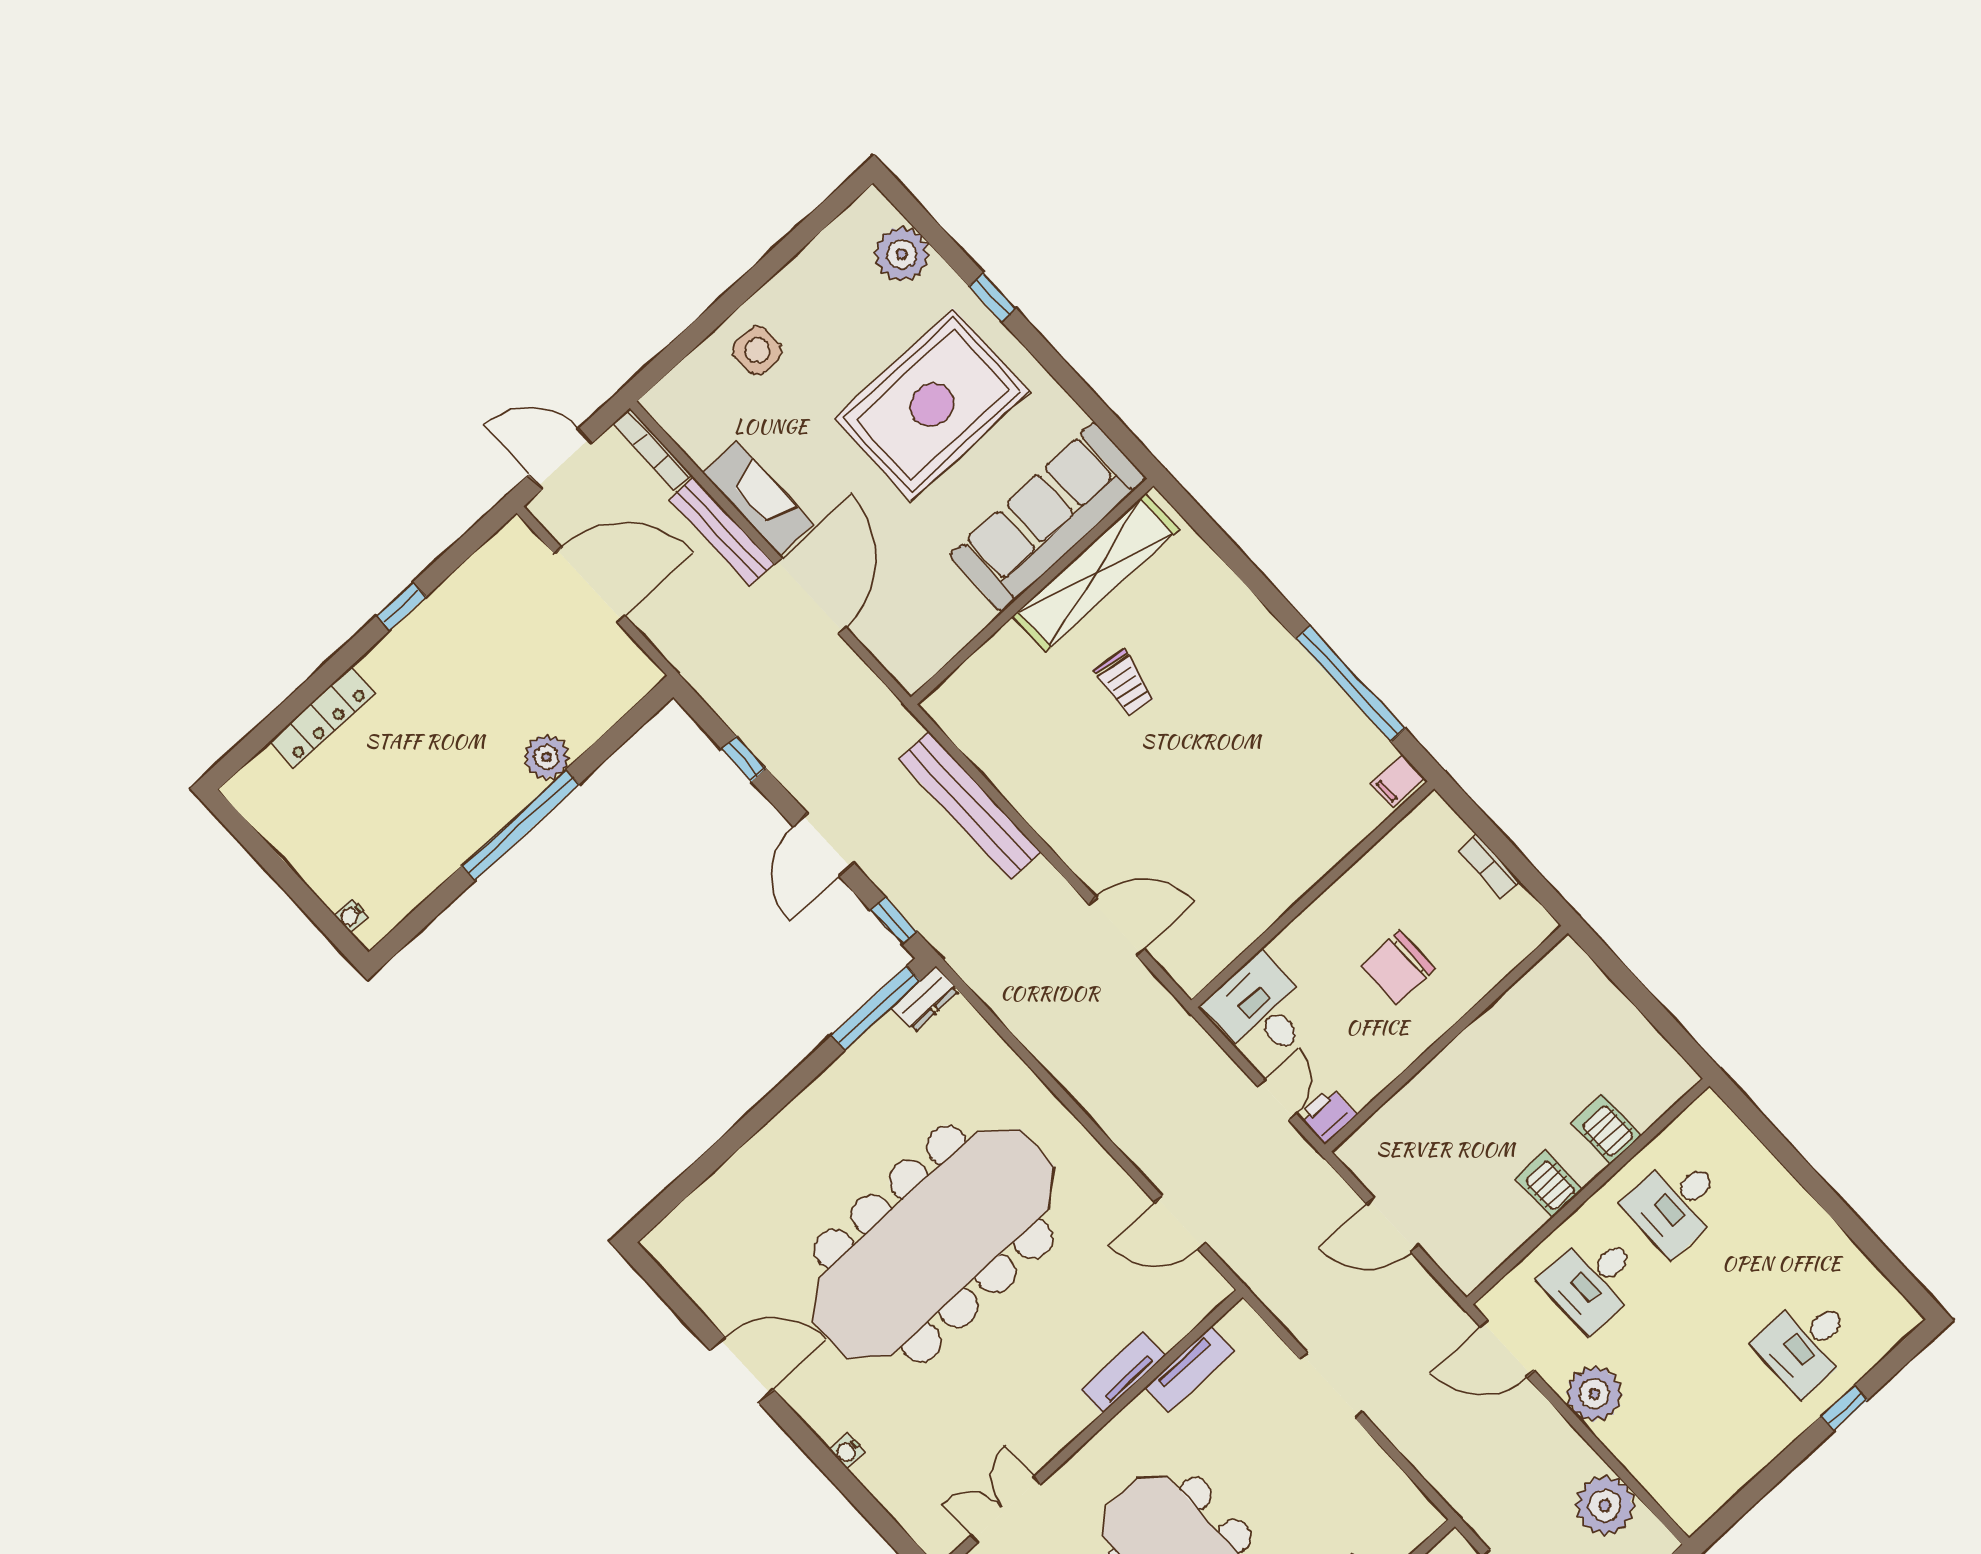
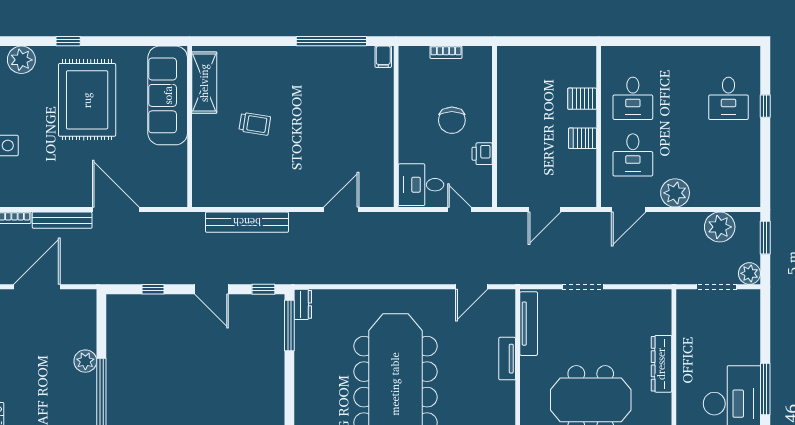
fireplace: (758, 498) -> (62, 196), removed
shelving: (1096, 573) -> (204, 83), width x0.68
printer: (1327, 1115) -> (482, 154), moved
tv unit: (1190, 1369) -> (529, 324), width x1.41

